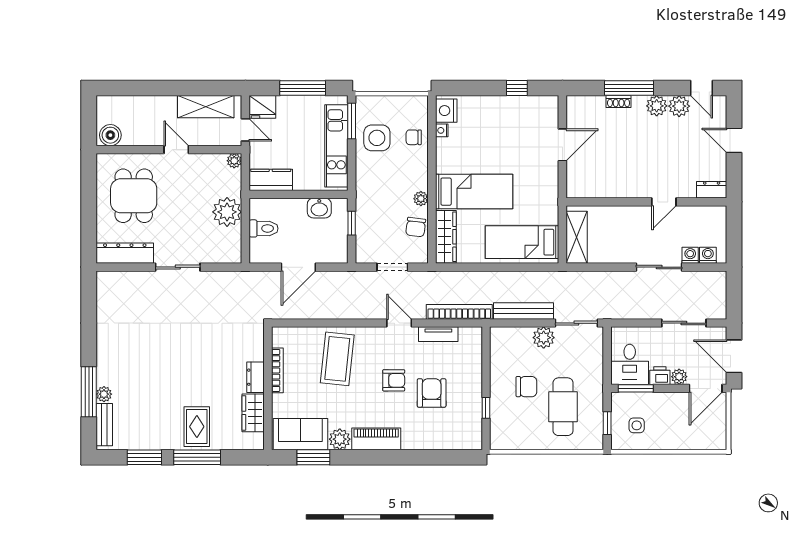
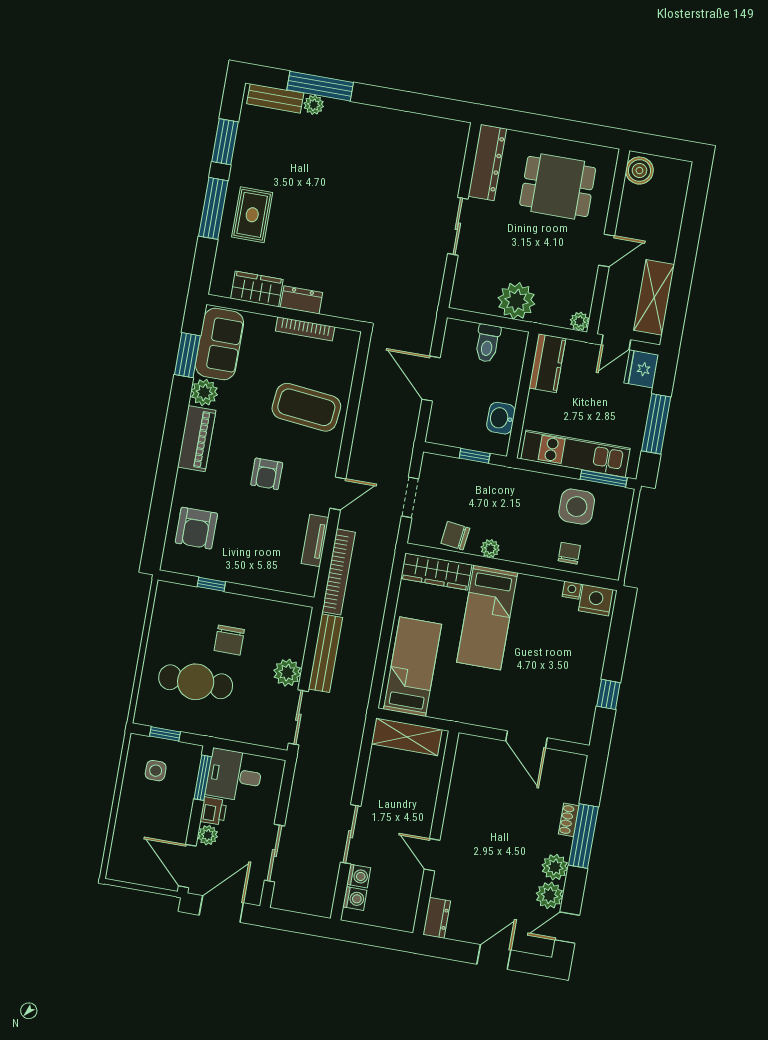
armchair: (432, 393) -> (196, 528), moved, turned 90
rug: (197, 427) -> (252, 215), turned 90

